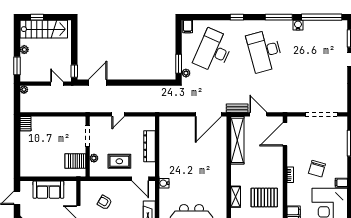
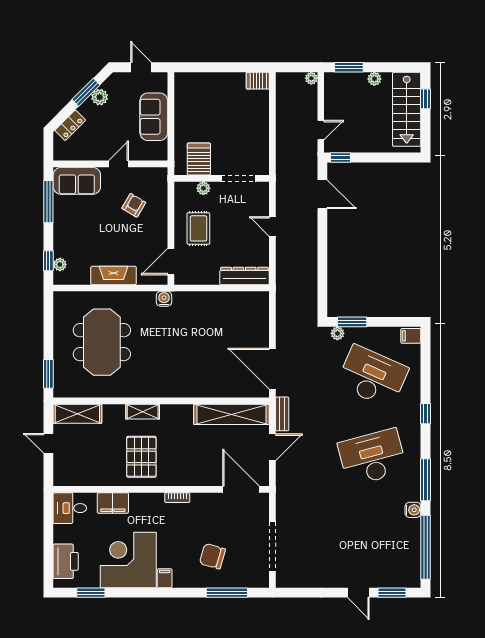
dresser: (150, 146) -> (245, 276), moved
chair: (317, 169) -> (212, 556), moved

